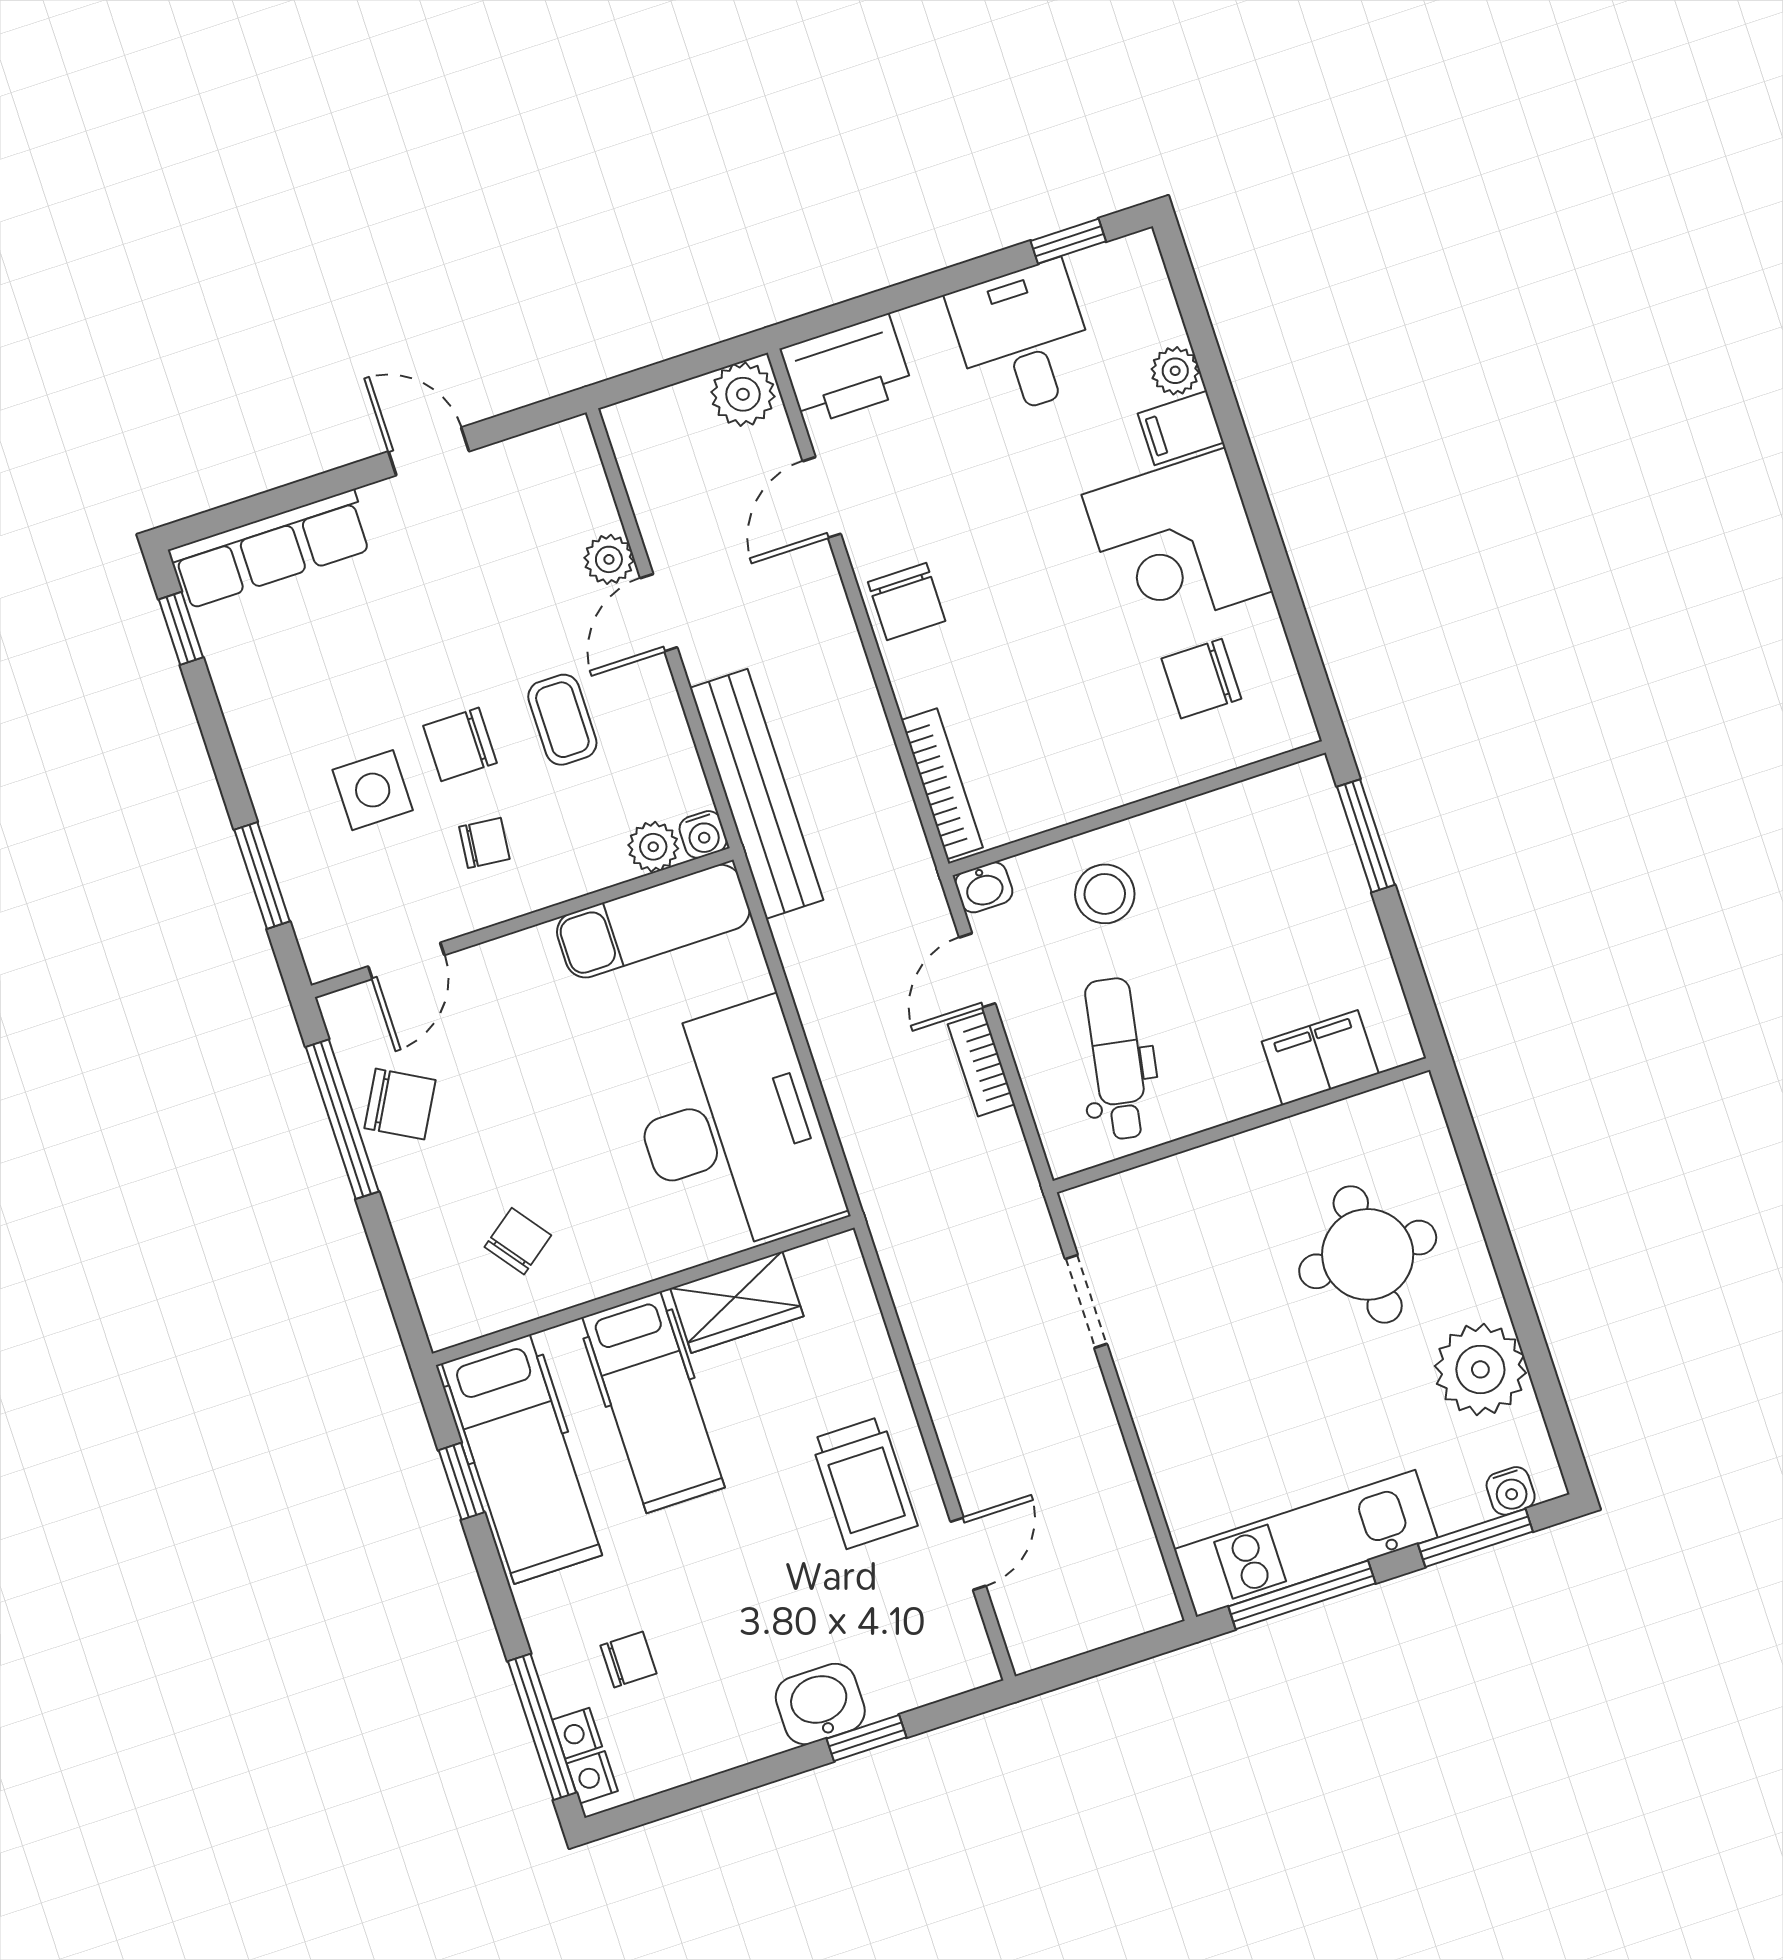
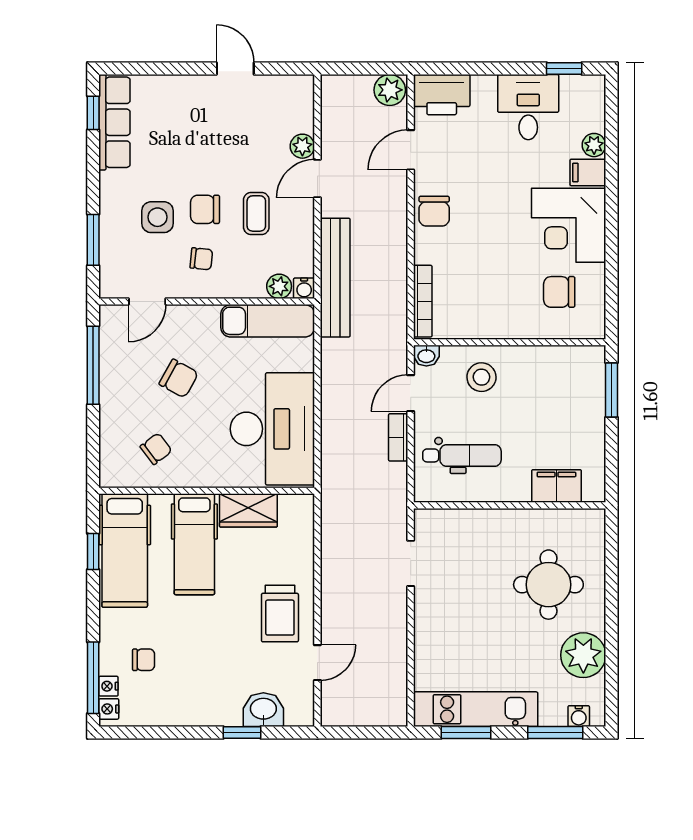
row of seats: (271, 549) -> (114, 122), moved, turned -90
dental chair: (1117, 1059) -> (462, 455), turned 80
chair: (400, 1104) -> (179, 378), moved
window: (1302, 1595) -> (466, 733), width x0.69
washbasin: (820, 1704) -> (263, 710), moved

